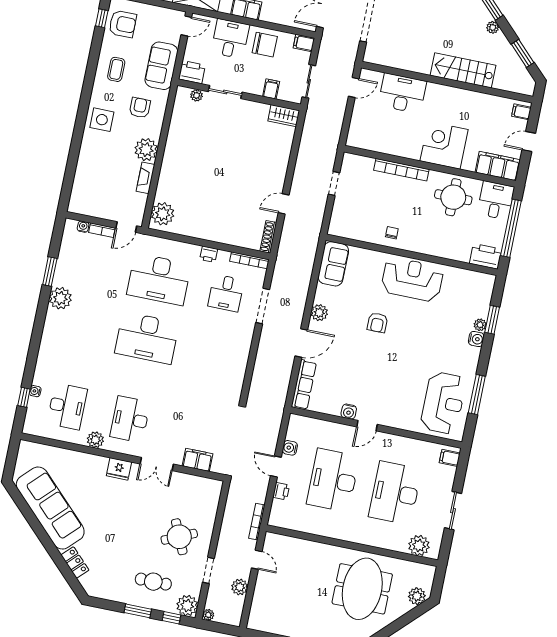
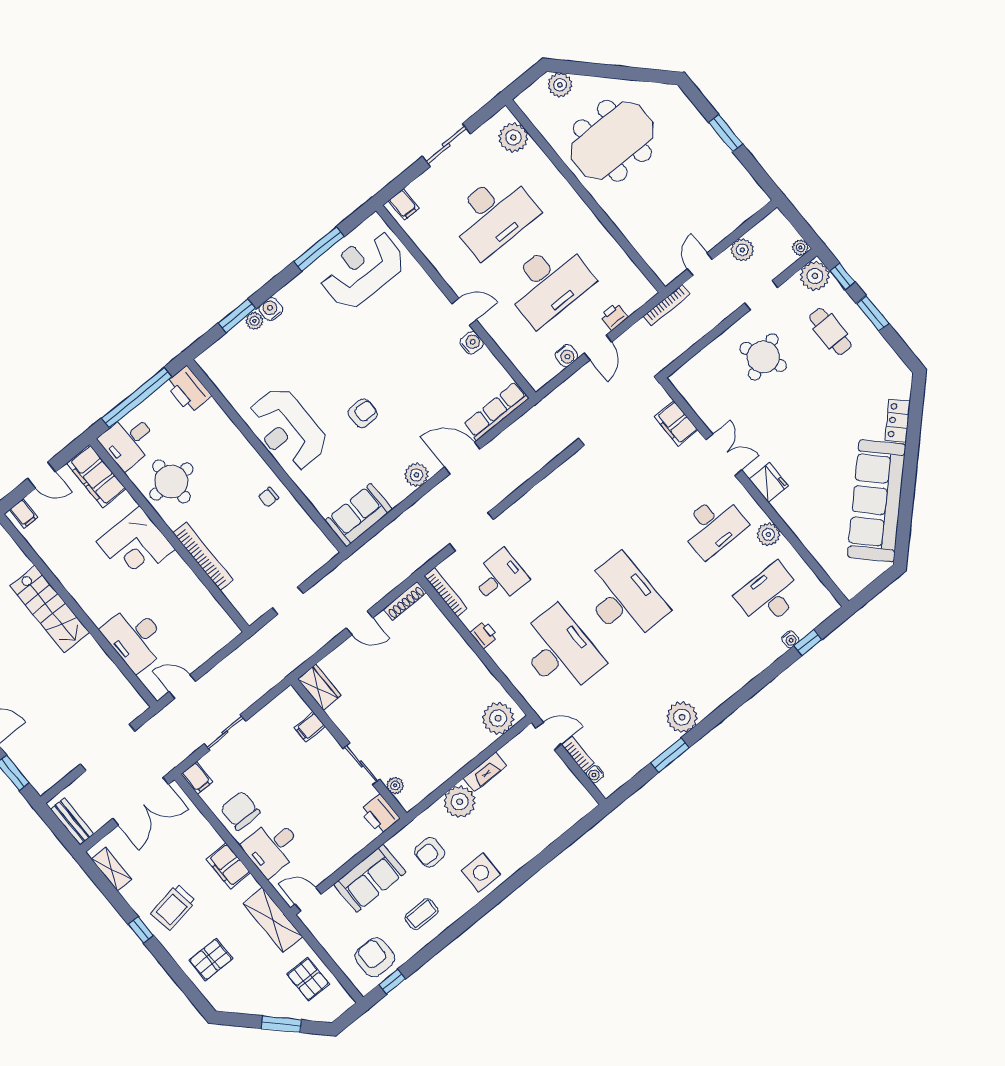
printer: (192, 72) -> (380, 814), moved
filing cabinet: (271, 89) -> (310, 727), moved
sliding door: (225, 92) -> (361, 764), moved
plant: (197, 95) -> (395, 785), moved
wall: (239, 95) -> (349, 749), moved
wardrobe: (284, 116) -> (319, 687), moved

